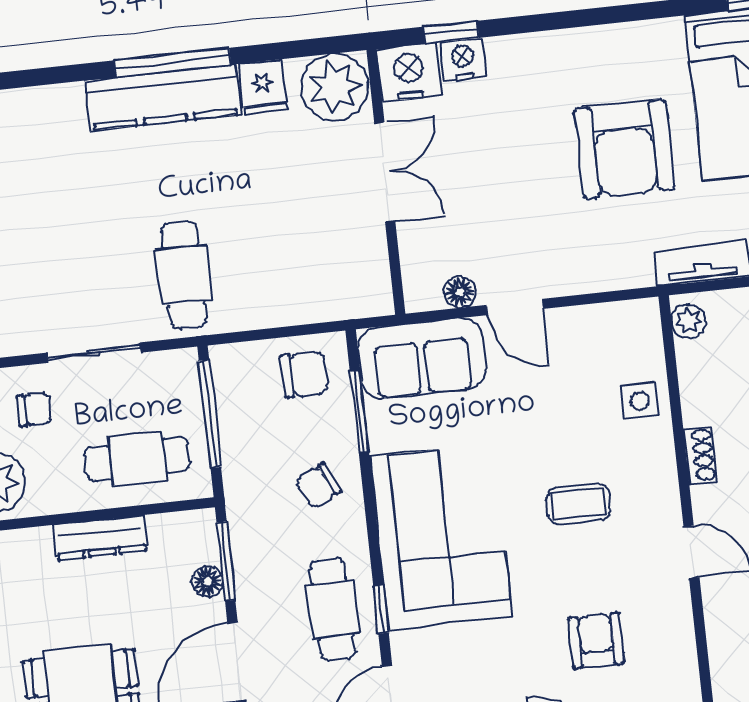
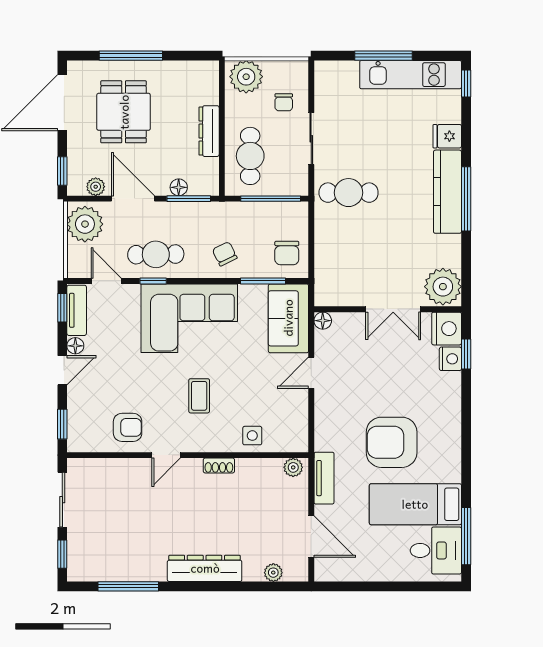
fridge: (263, 87) -> (447, 136), moved
floor lamp: (460, 292) -> (323, 321), moved
armchair: (596, 641) -> (128, 427), moved

